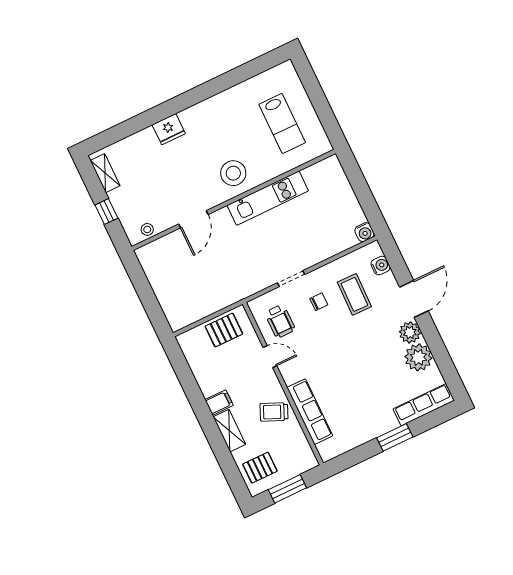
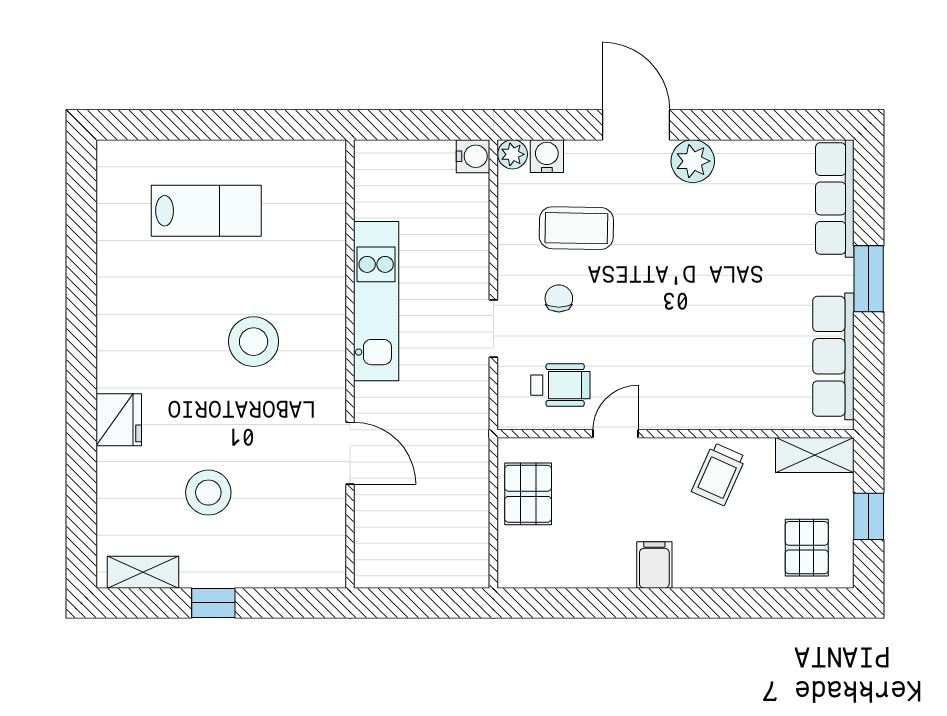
kitchen unit: (268, 198) -> (376, 301), moved
wall: (234, 200) -> (350, 364), moved
door: (193, 219) -> (350, 453), moved
stool: (147, 229) -> (208, 493), moved, width x1.89, depth x1.89
plant: (418, 357) -> (513, 154), moved, width x0.53, depth x0.53
row of seats: (310, 412) -> (833, 356), moved, turned -90
shelving: (229, 431) -> (815, 455), moved
window: (287, 489) -> (869, 516), width x0.67

